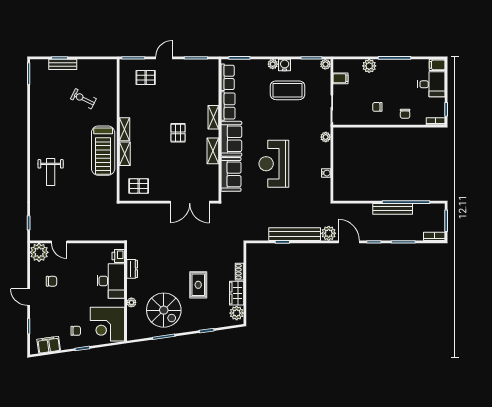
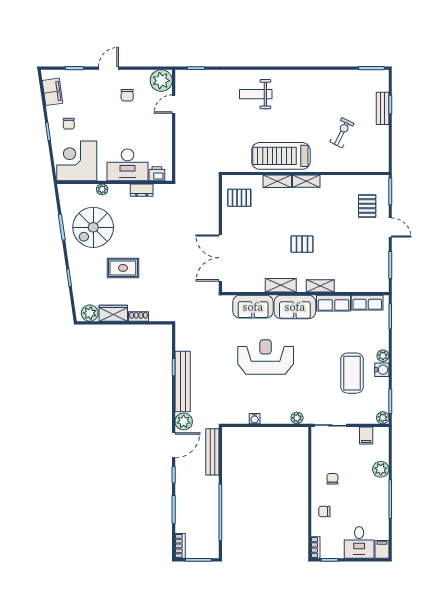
pallet: (139, 186) -> (239, 198), turned 90
bench: (393, 209) -> (212, 452), moved

